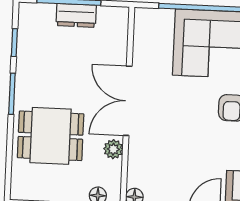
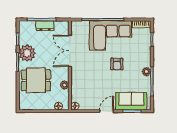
plant: (34, 75) -> (27, 53), added
double door: (128, 101) -> (70, 51), moved

